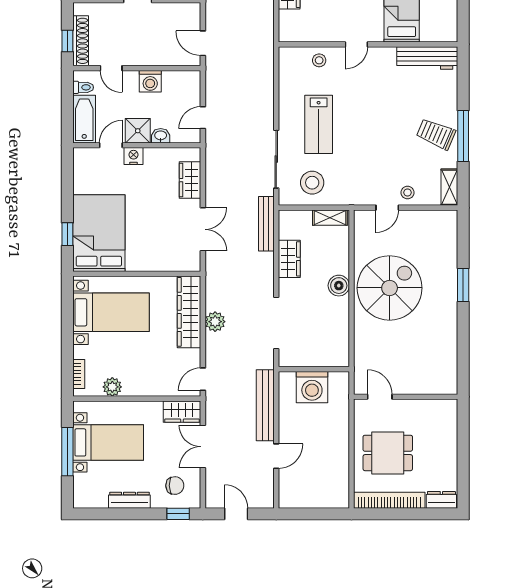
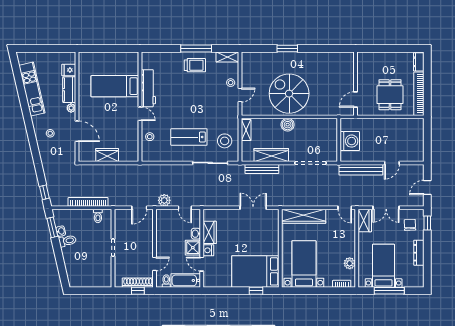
workbench: (427, 58) -> (148, 88), moved
washing machine: (150, 81) -> (163, 240), removed
lab bench: (319, 124) -> (189, 137), turned 180
trolley: (436, 134) -> (195, 65), turned -113
wardrobe: (190, 180) -> (210, 232), moved, turned -90
door: (387, 208) -> (240, 95), hinge flipped
bench: (266, 224) -> (262, 169), moved
wardrobe: (289, 259) -> (271, 155), width x1.50
plant: (215, 322) -> (164, 200), moved
door: (276, 456) -> (392, 163), swing flipped

